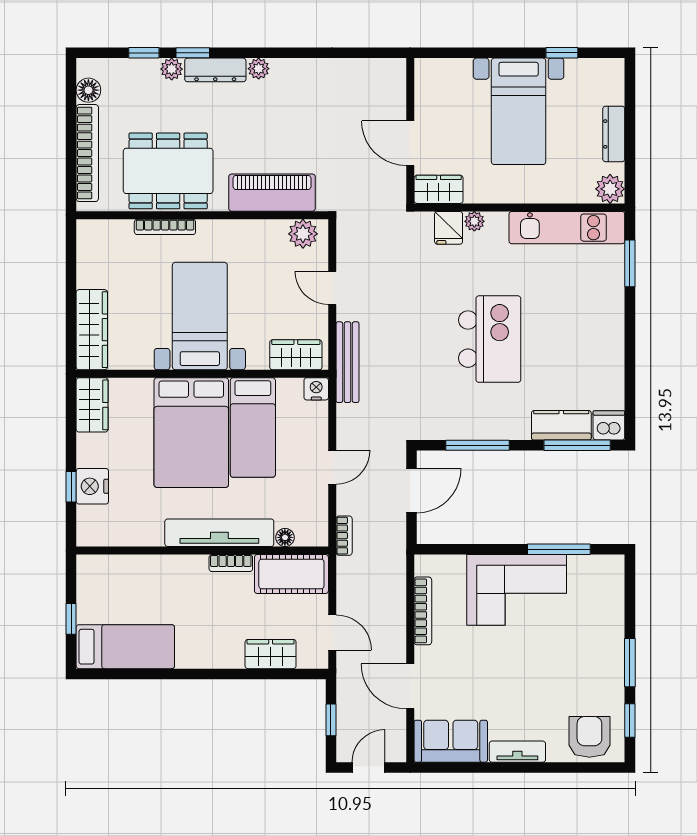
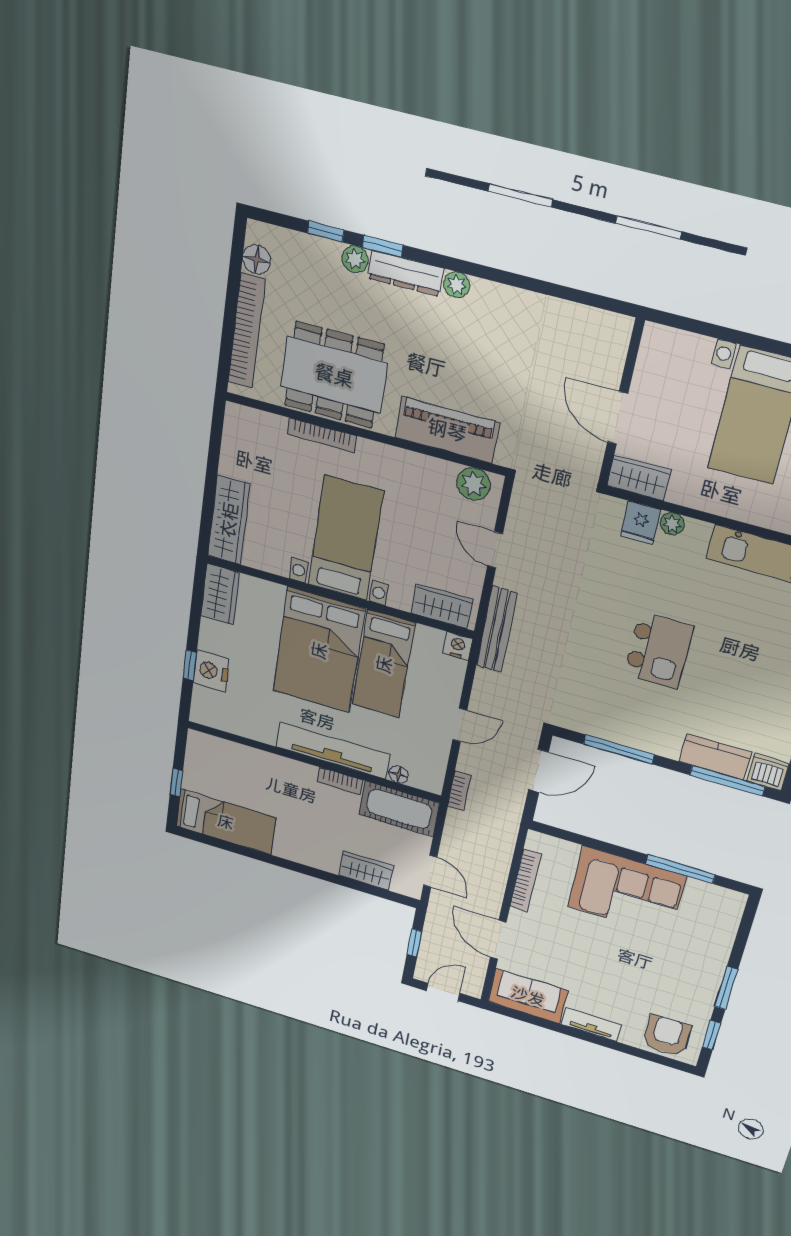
kitchen island: (490, 339) -> (658, 651), width x0.73, depth x0.78

